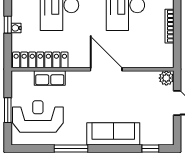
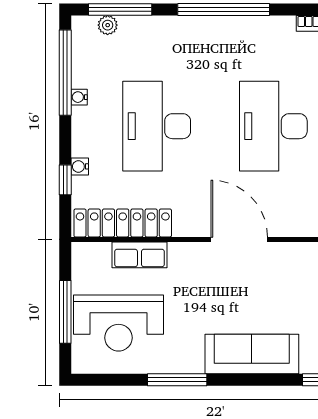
window: (8, 25) -> (65, 180), moved
window: (8, 110) -> (65, 312), width x1.44
reception desk: (38, 116) -> (118, 323), turned 180

